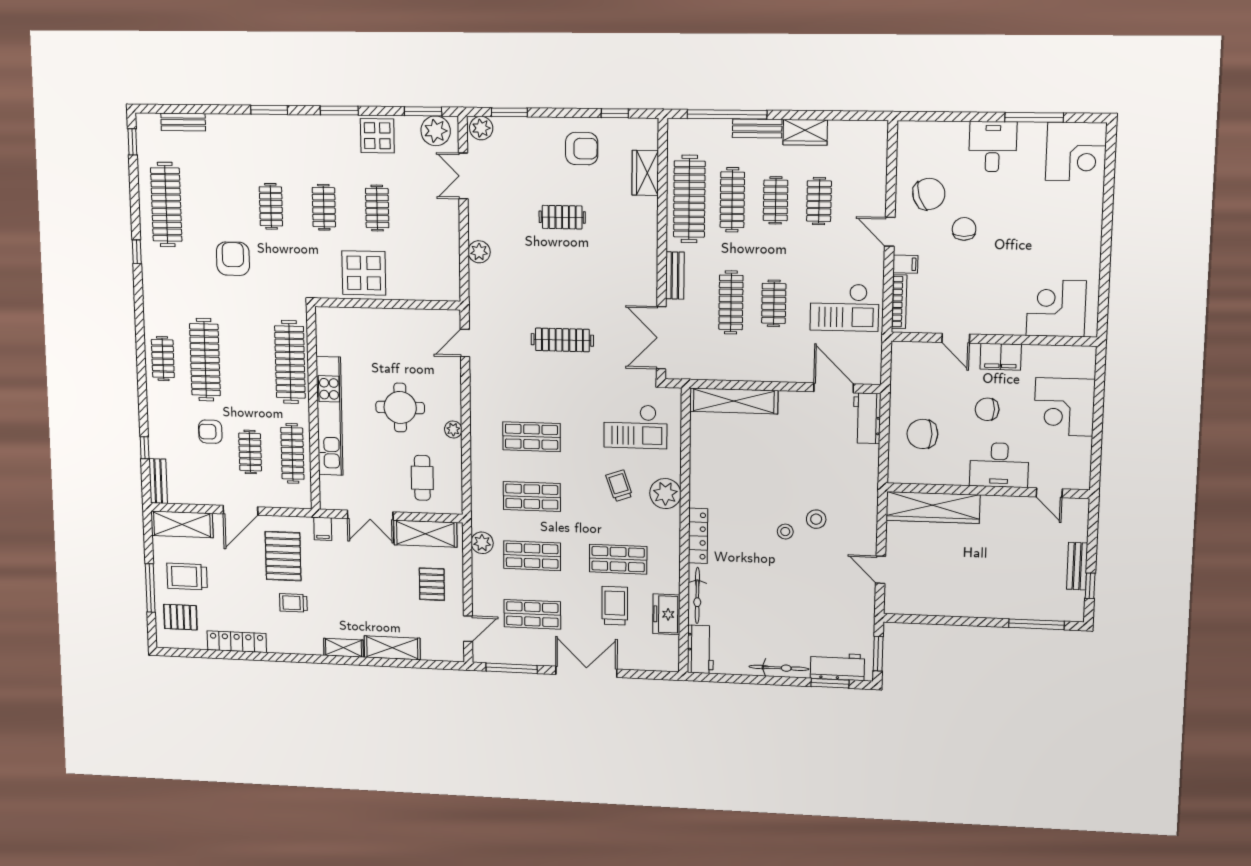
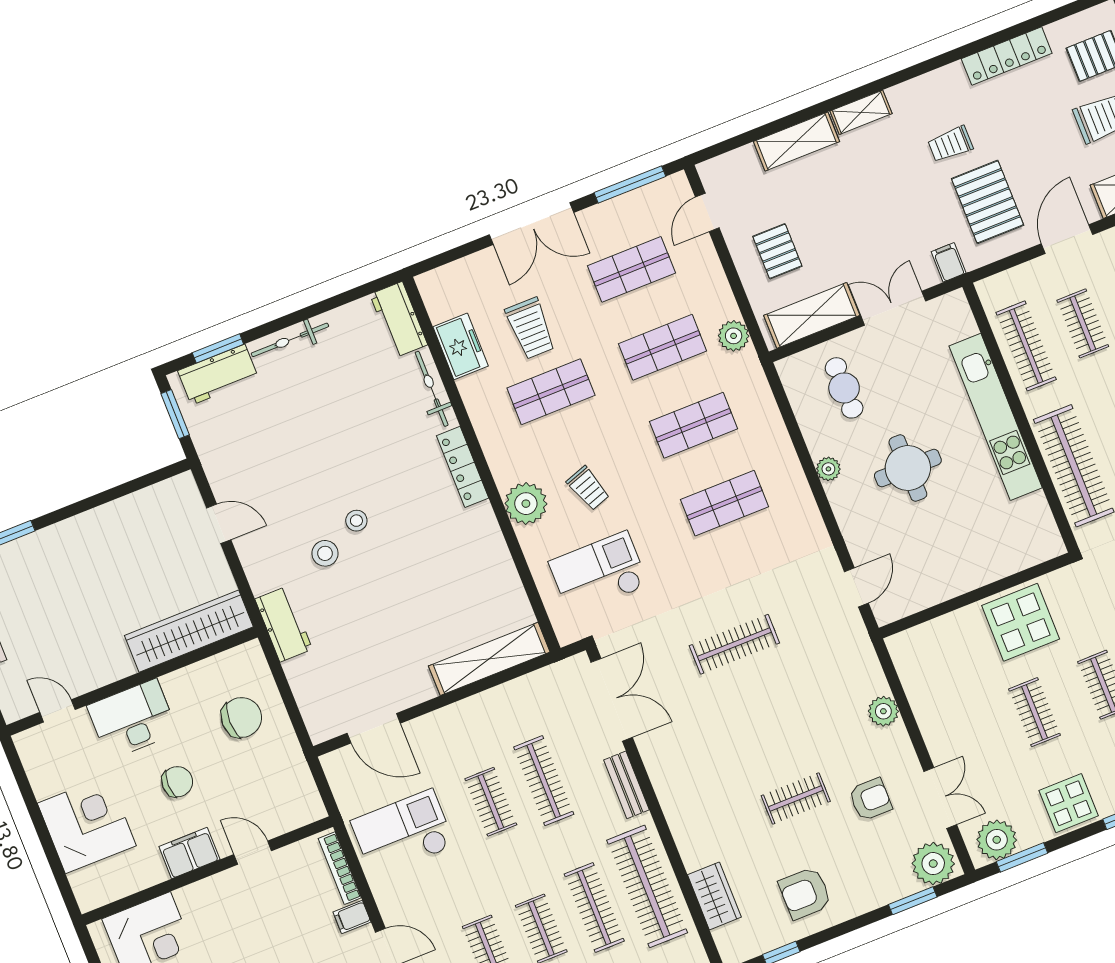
plant: (481, 128) -> (933, 864), width x1.36, depth x1.36
armchair: (511, 195) -> (870, 799), added
workbench: (867, 418) -> (284, 624), moved
trolley: (293, 603) -> (950, 144), turned 180

